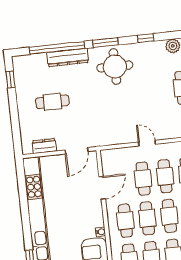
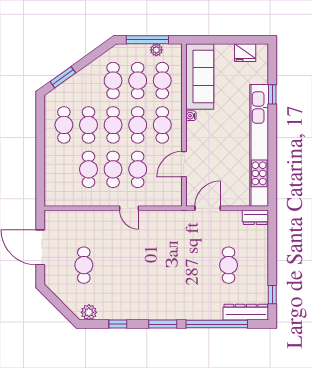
dresser: (68, 57) -> (246, 312), moved
round table: (115, 67) -> (155, 297), removed
cafe table: (52, 102) -> (229, 265), turned 90
dresser: (44, 146) -> (255, 217), moved

